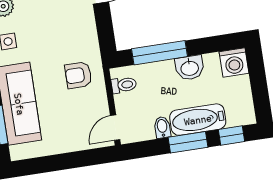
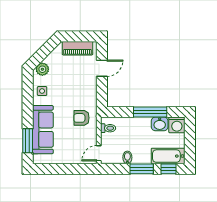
window: (159, 53) -> (150, 112), moved
washbasin: (190, 68) -> (160, 124), moved
bathtub: (198, 120) -> (168, 156), moved

